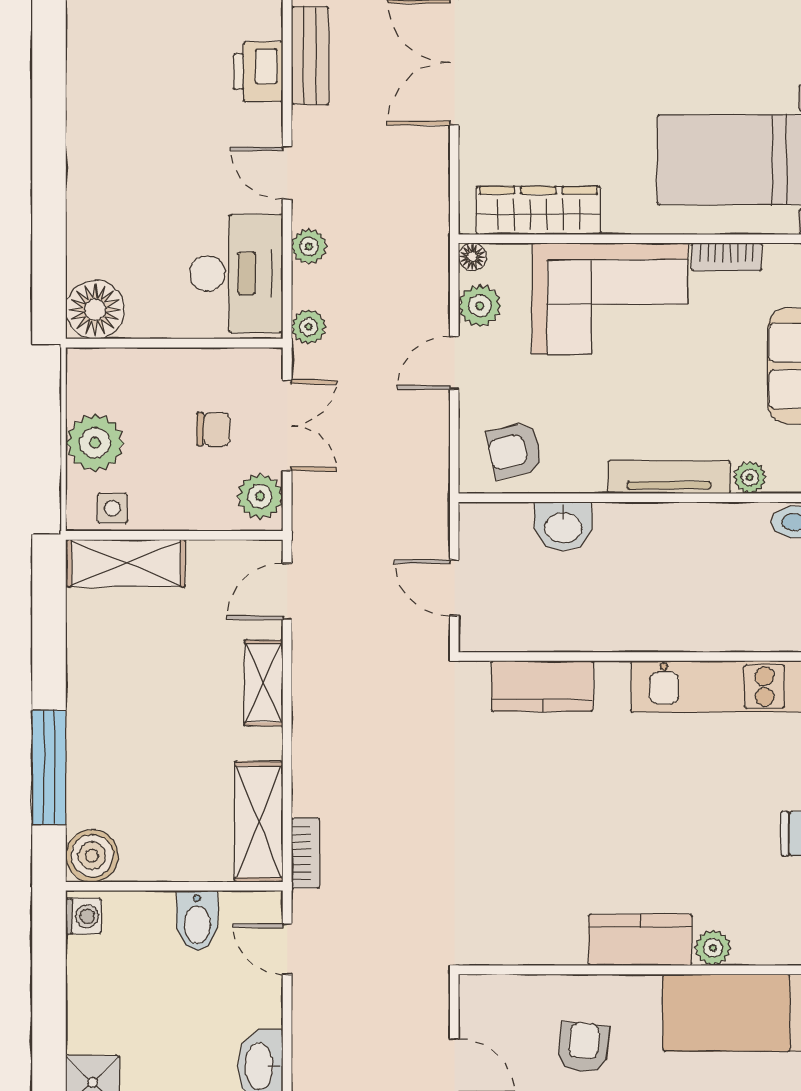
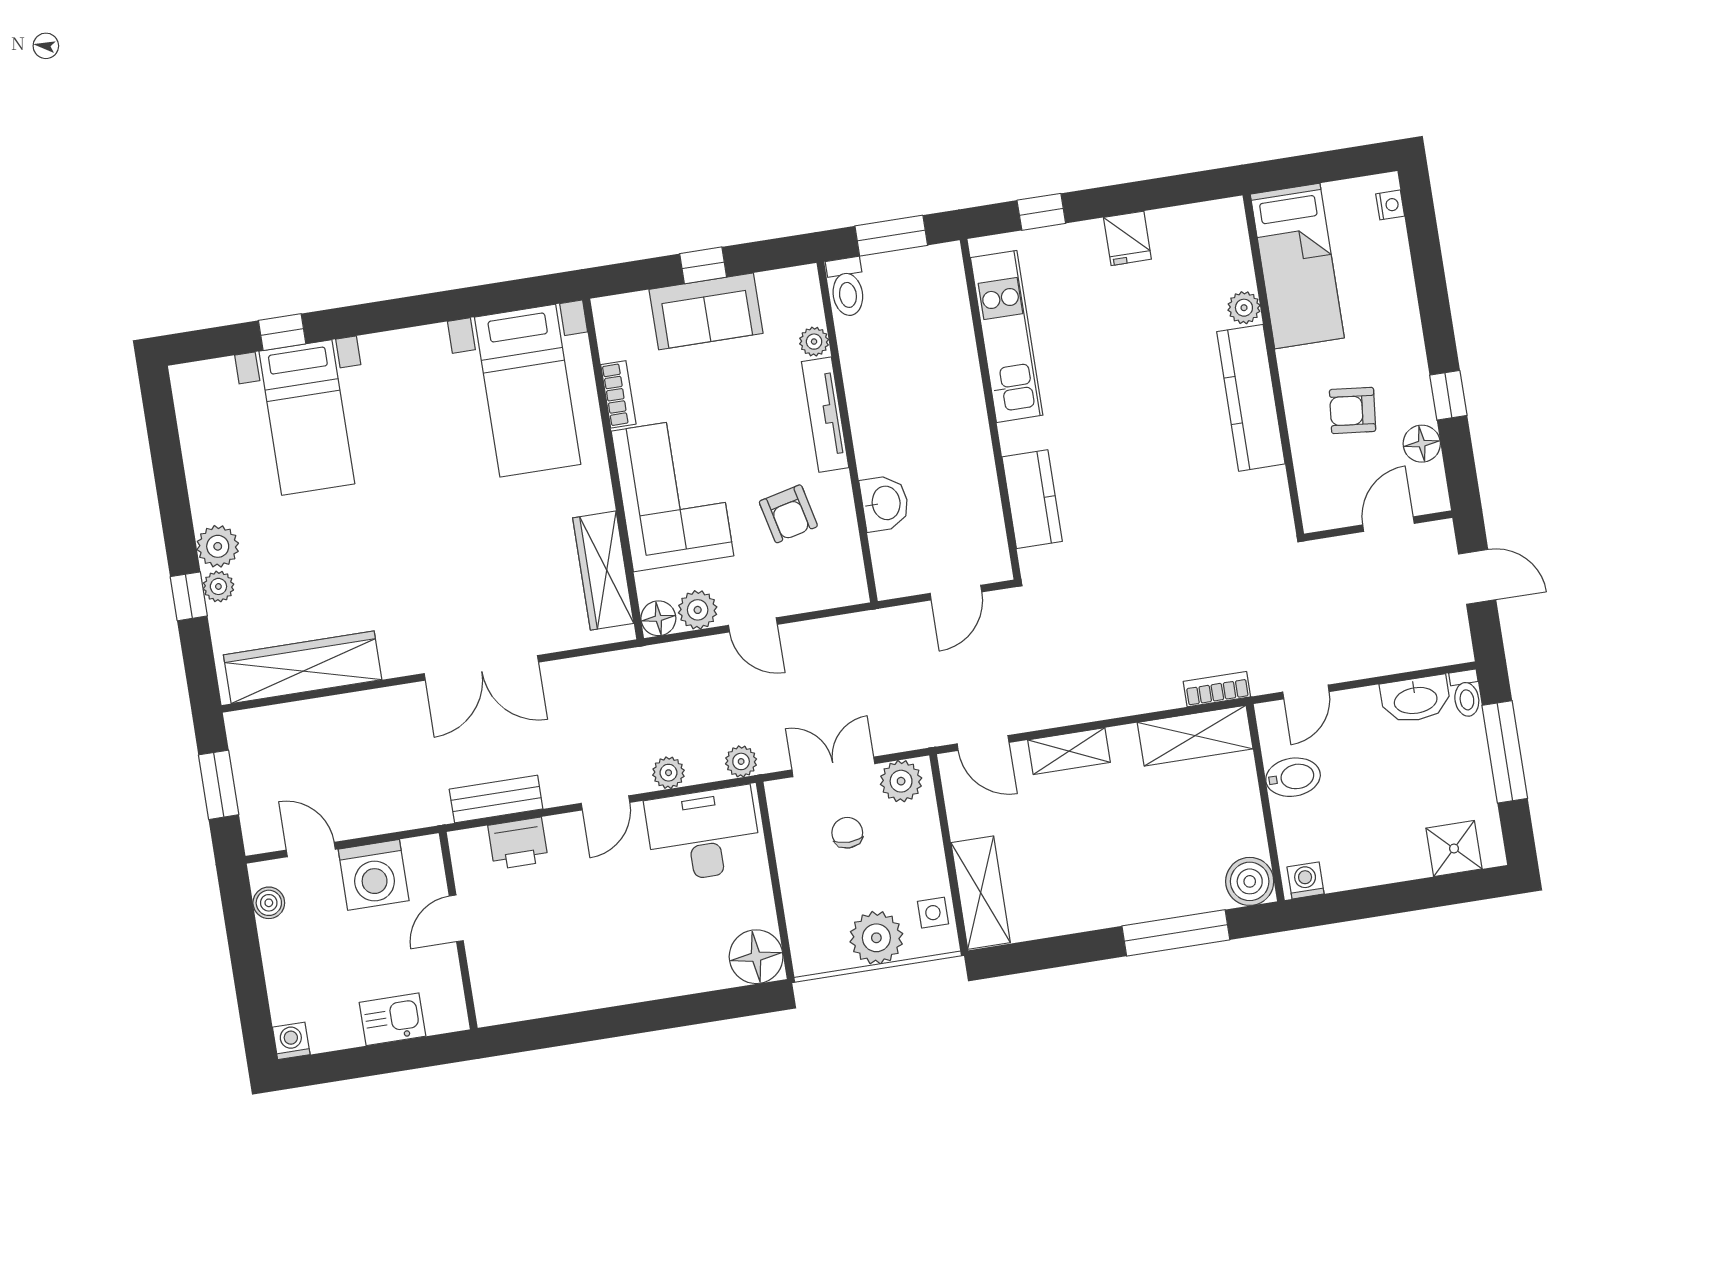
floor lamp: (472, 257) -> (658, 618), width x1.37, depth x1.37
armchair: (515, 451) -> (788, 514), moved
kitchen counter: (640, 940) -> (1251, 398), width x1.50

